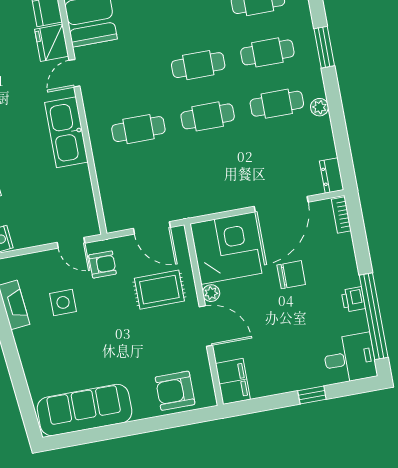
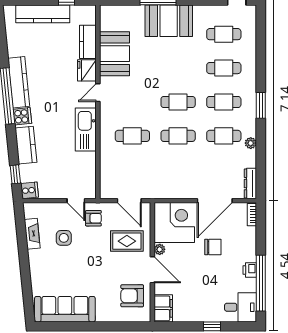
dresser: (332, 175) -> (250, 184), width x1.44
armchair: (175, 391) -> (132, 296), moved

